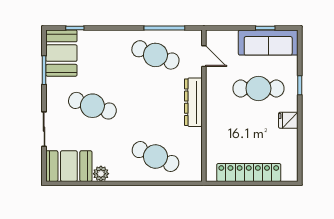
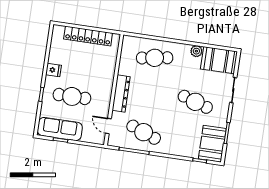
cafe table: (155, 157) -> (155, 58), turned -33

